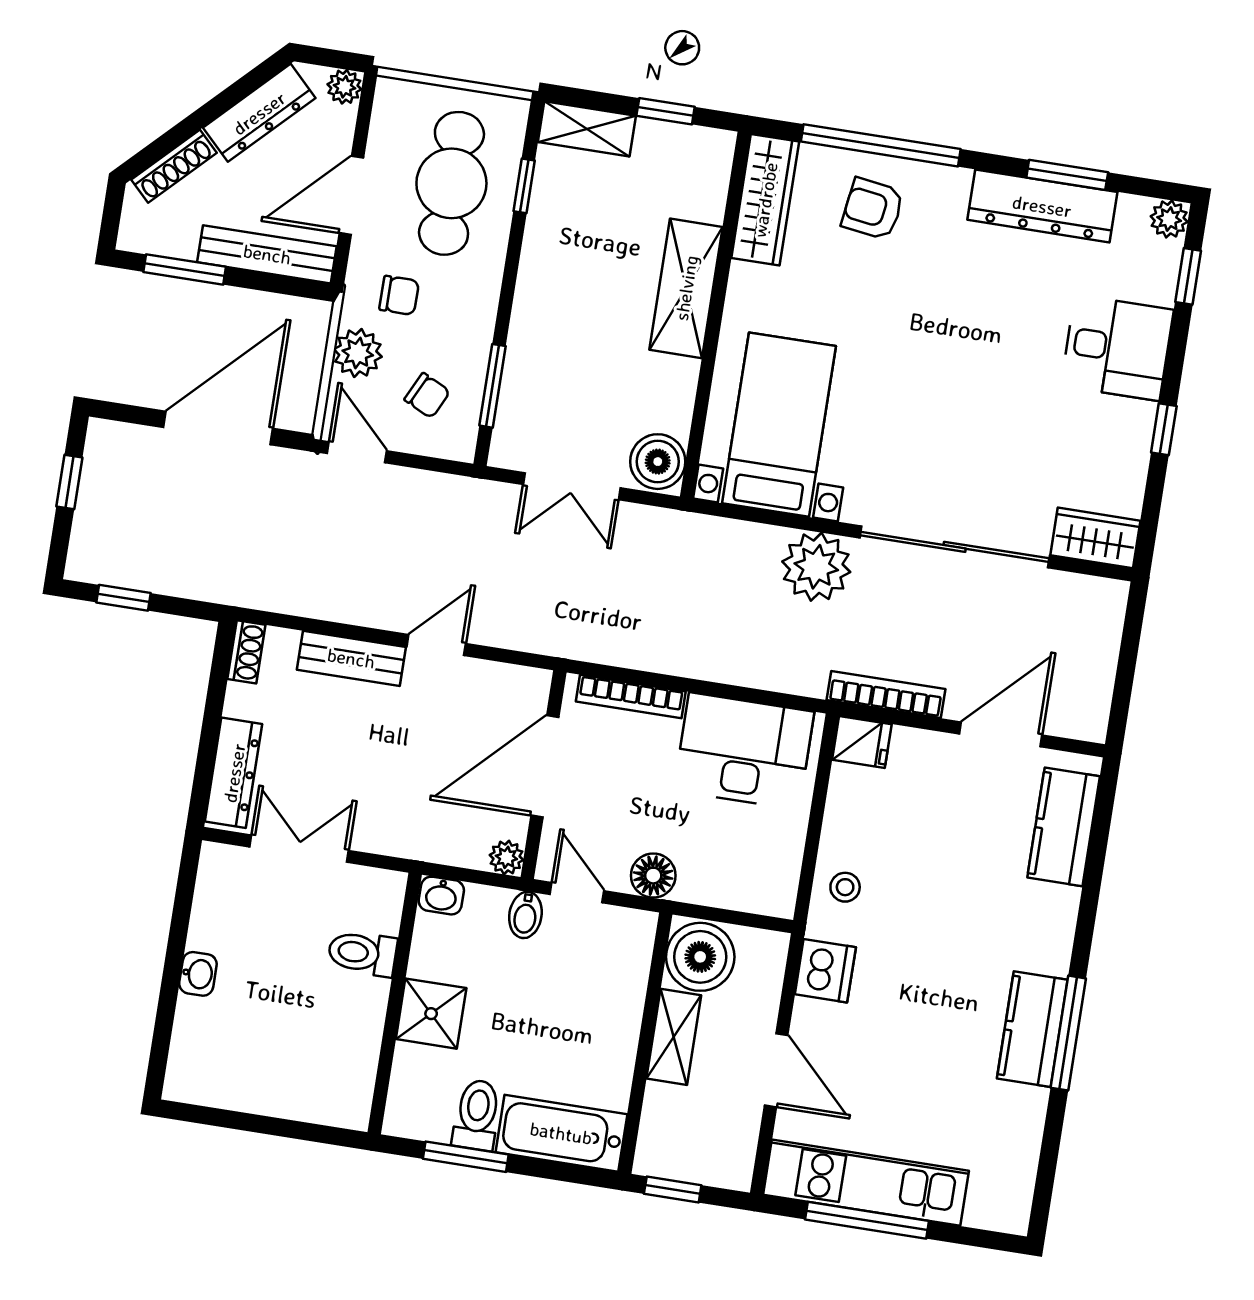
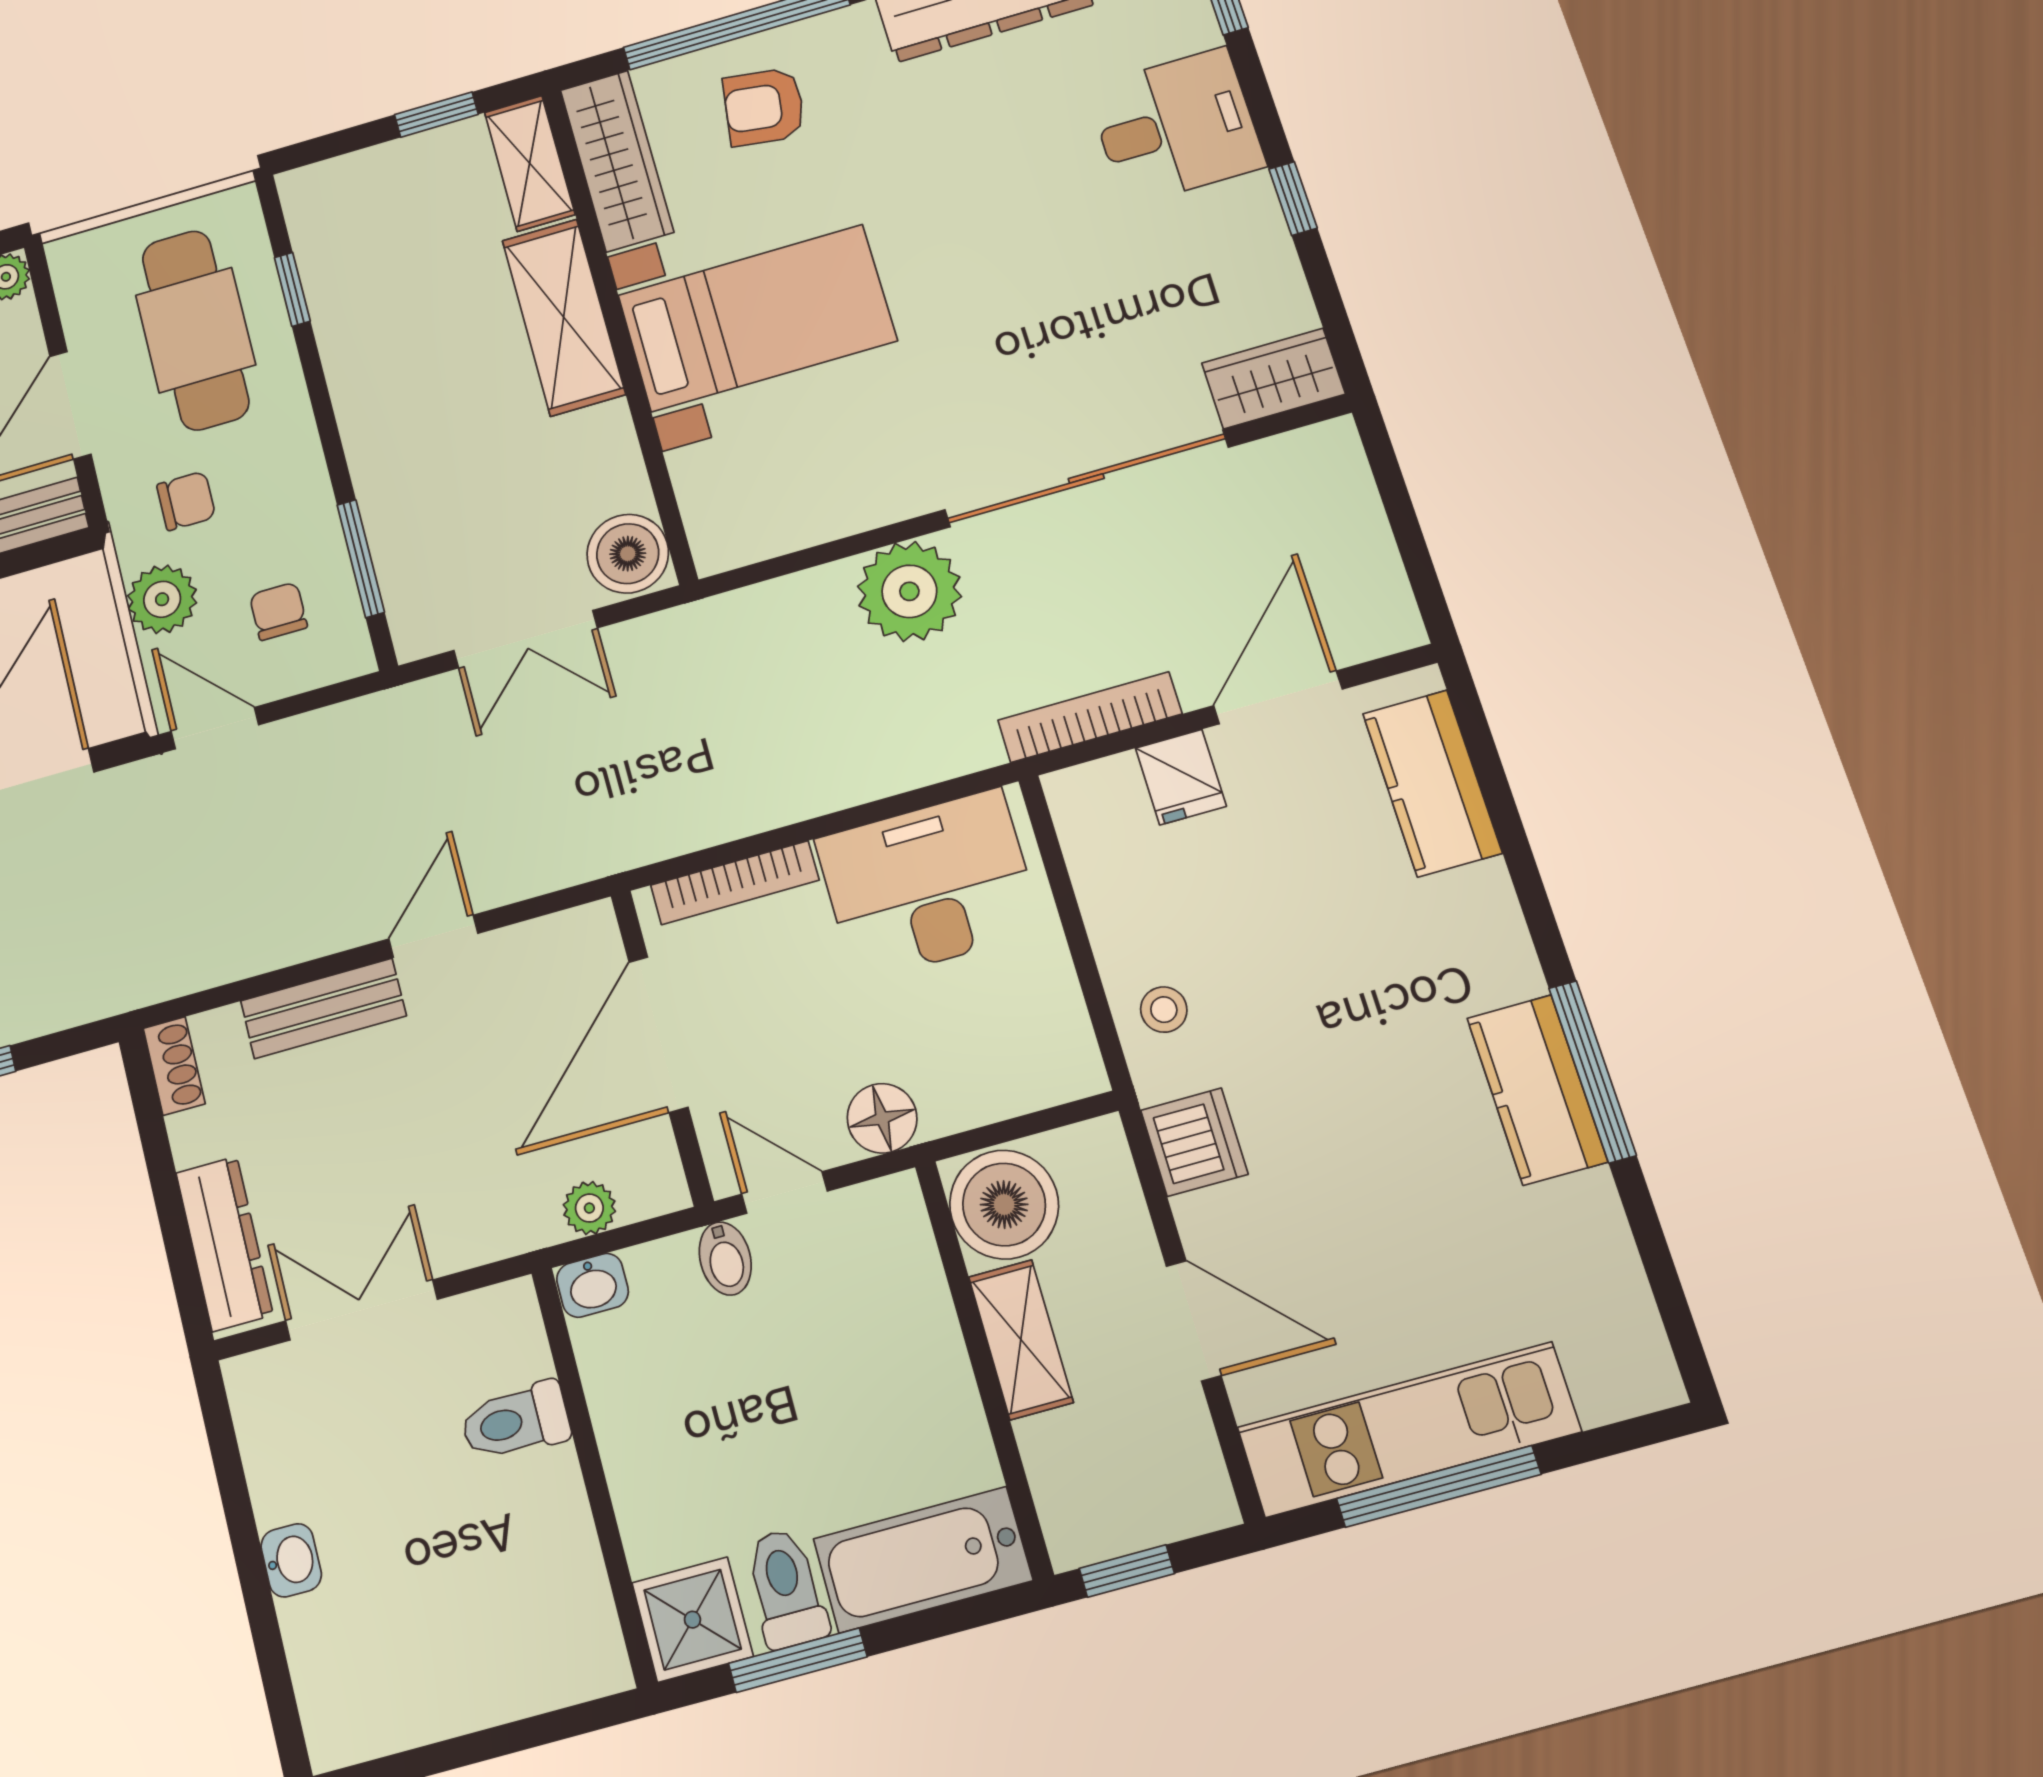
shelving: (587, 129) -> (530, 163), moved, turned 90
chair: (427, 396) -> (278, 611), turned -116
bed with nightstands: (779, 425) -> (757, 318), moved, turned 90
fridge: (862, 742) -> (1181, 777), moved, turned 90
plant: (506, 857) -> (589, 1208), moved
shower: (431, 1014) -> (692, 1620), moved

